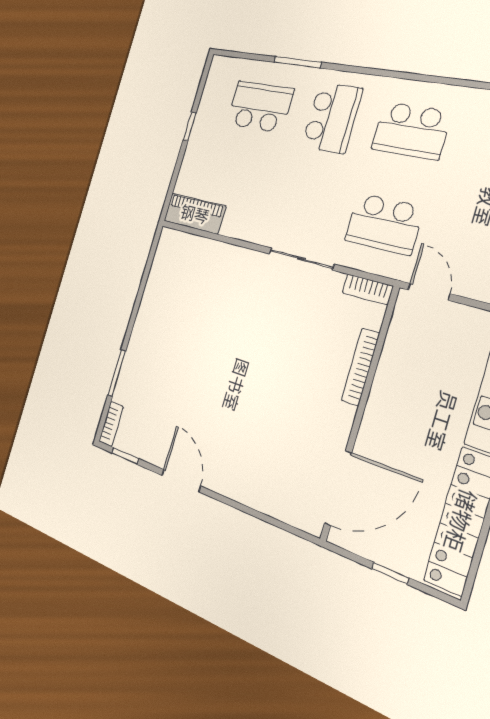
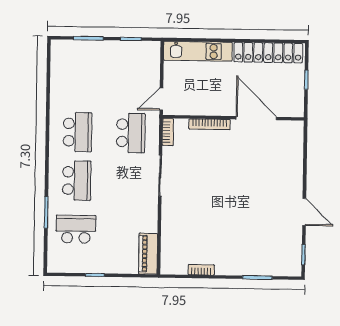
school desk: (260, 107) -> (76, 229), turned 90
school desk: (332, 118) -> (77, 181), turned 90
bookcase: (111, 424) -> (201, 270), moved
door: (181, 481) -> (304, 212), swing flipped
door: (338, 488) -> (256, 118), moved

